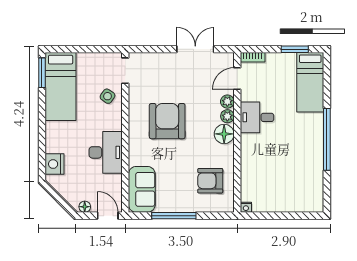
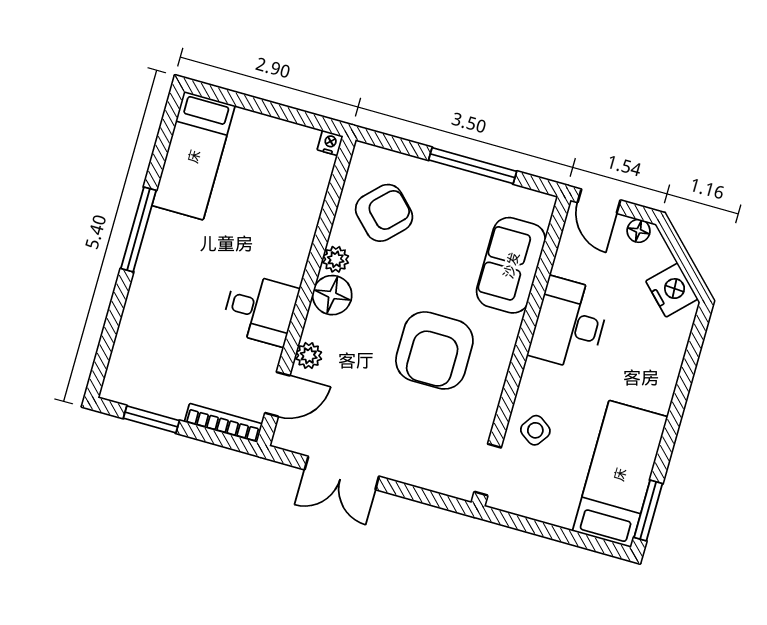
bookcase: (253, 57) -> (223, 423), width x1.56
bed: (310, 82) -> (194, 156), moved, turned 180
plant: (227, 116) -> (336, 259), moved
window: (327, 139) -> (138, 229), width x0.68
nightstand: (55, 164) -> (672, 290), moved, turned -45
armchair: (210, 181) -> (384, 213), turned -45
sofa: (142, 189) -> (511, 265), moved

